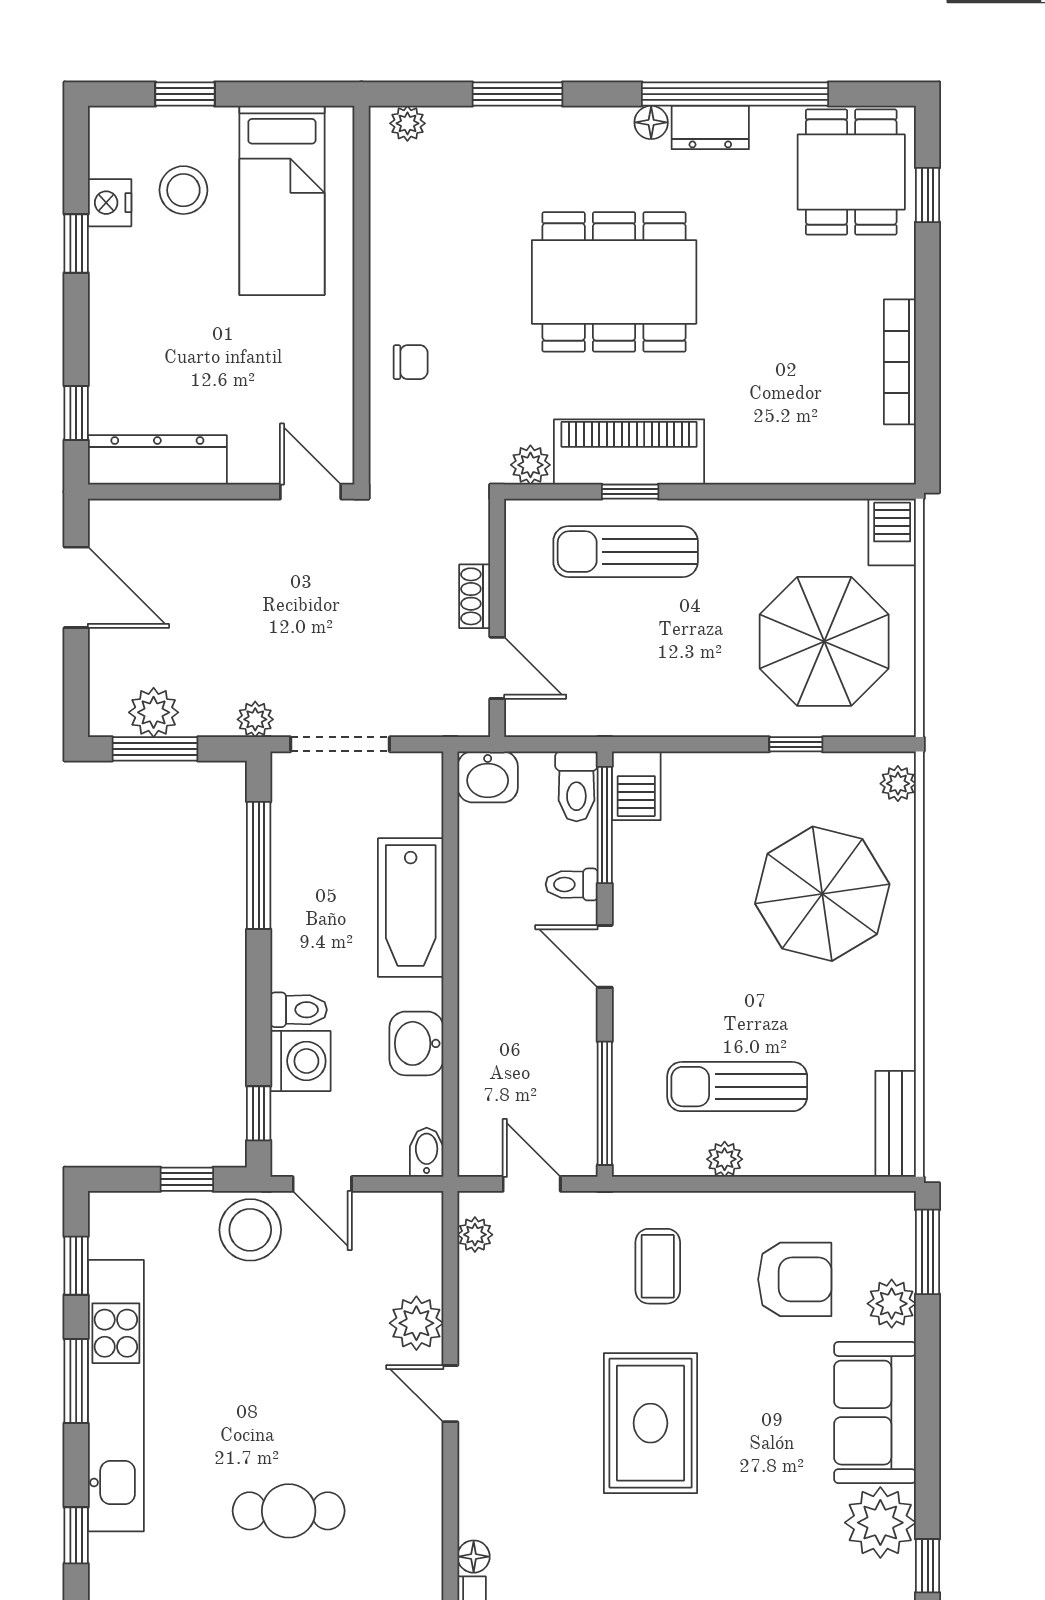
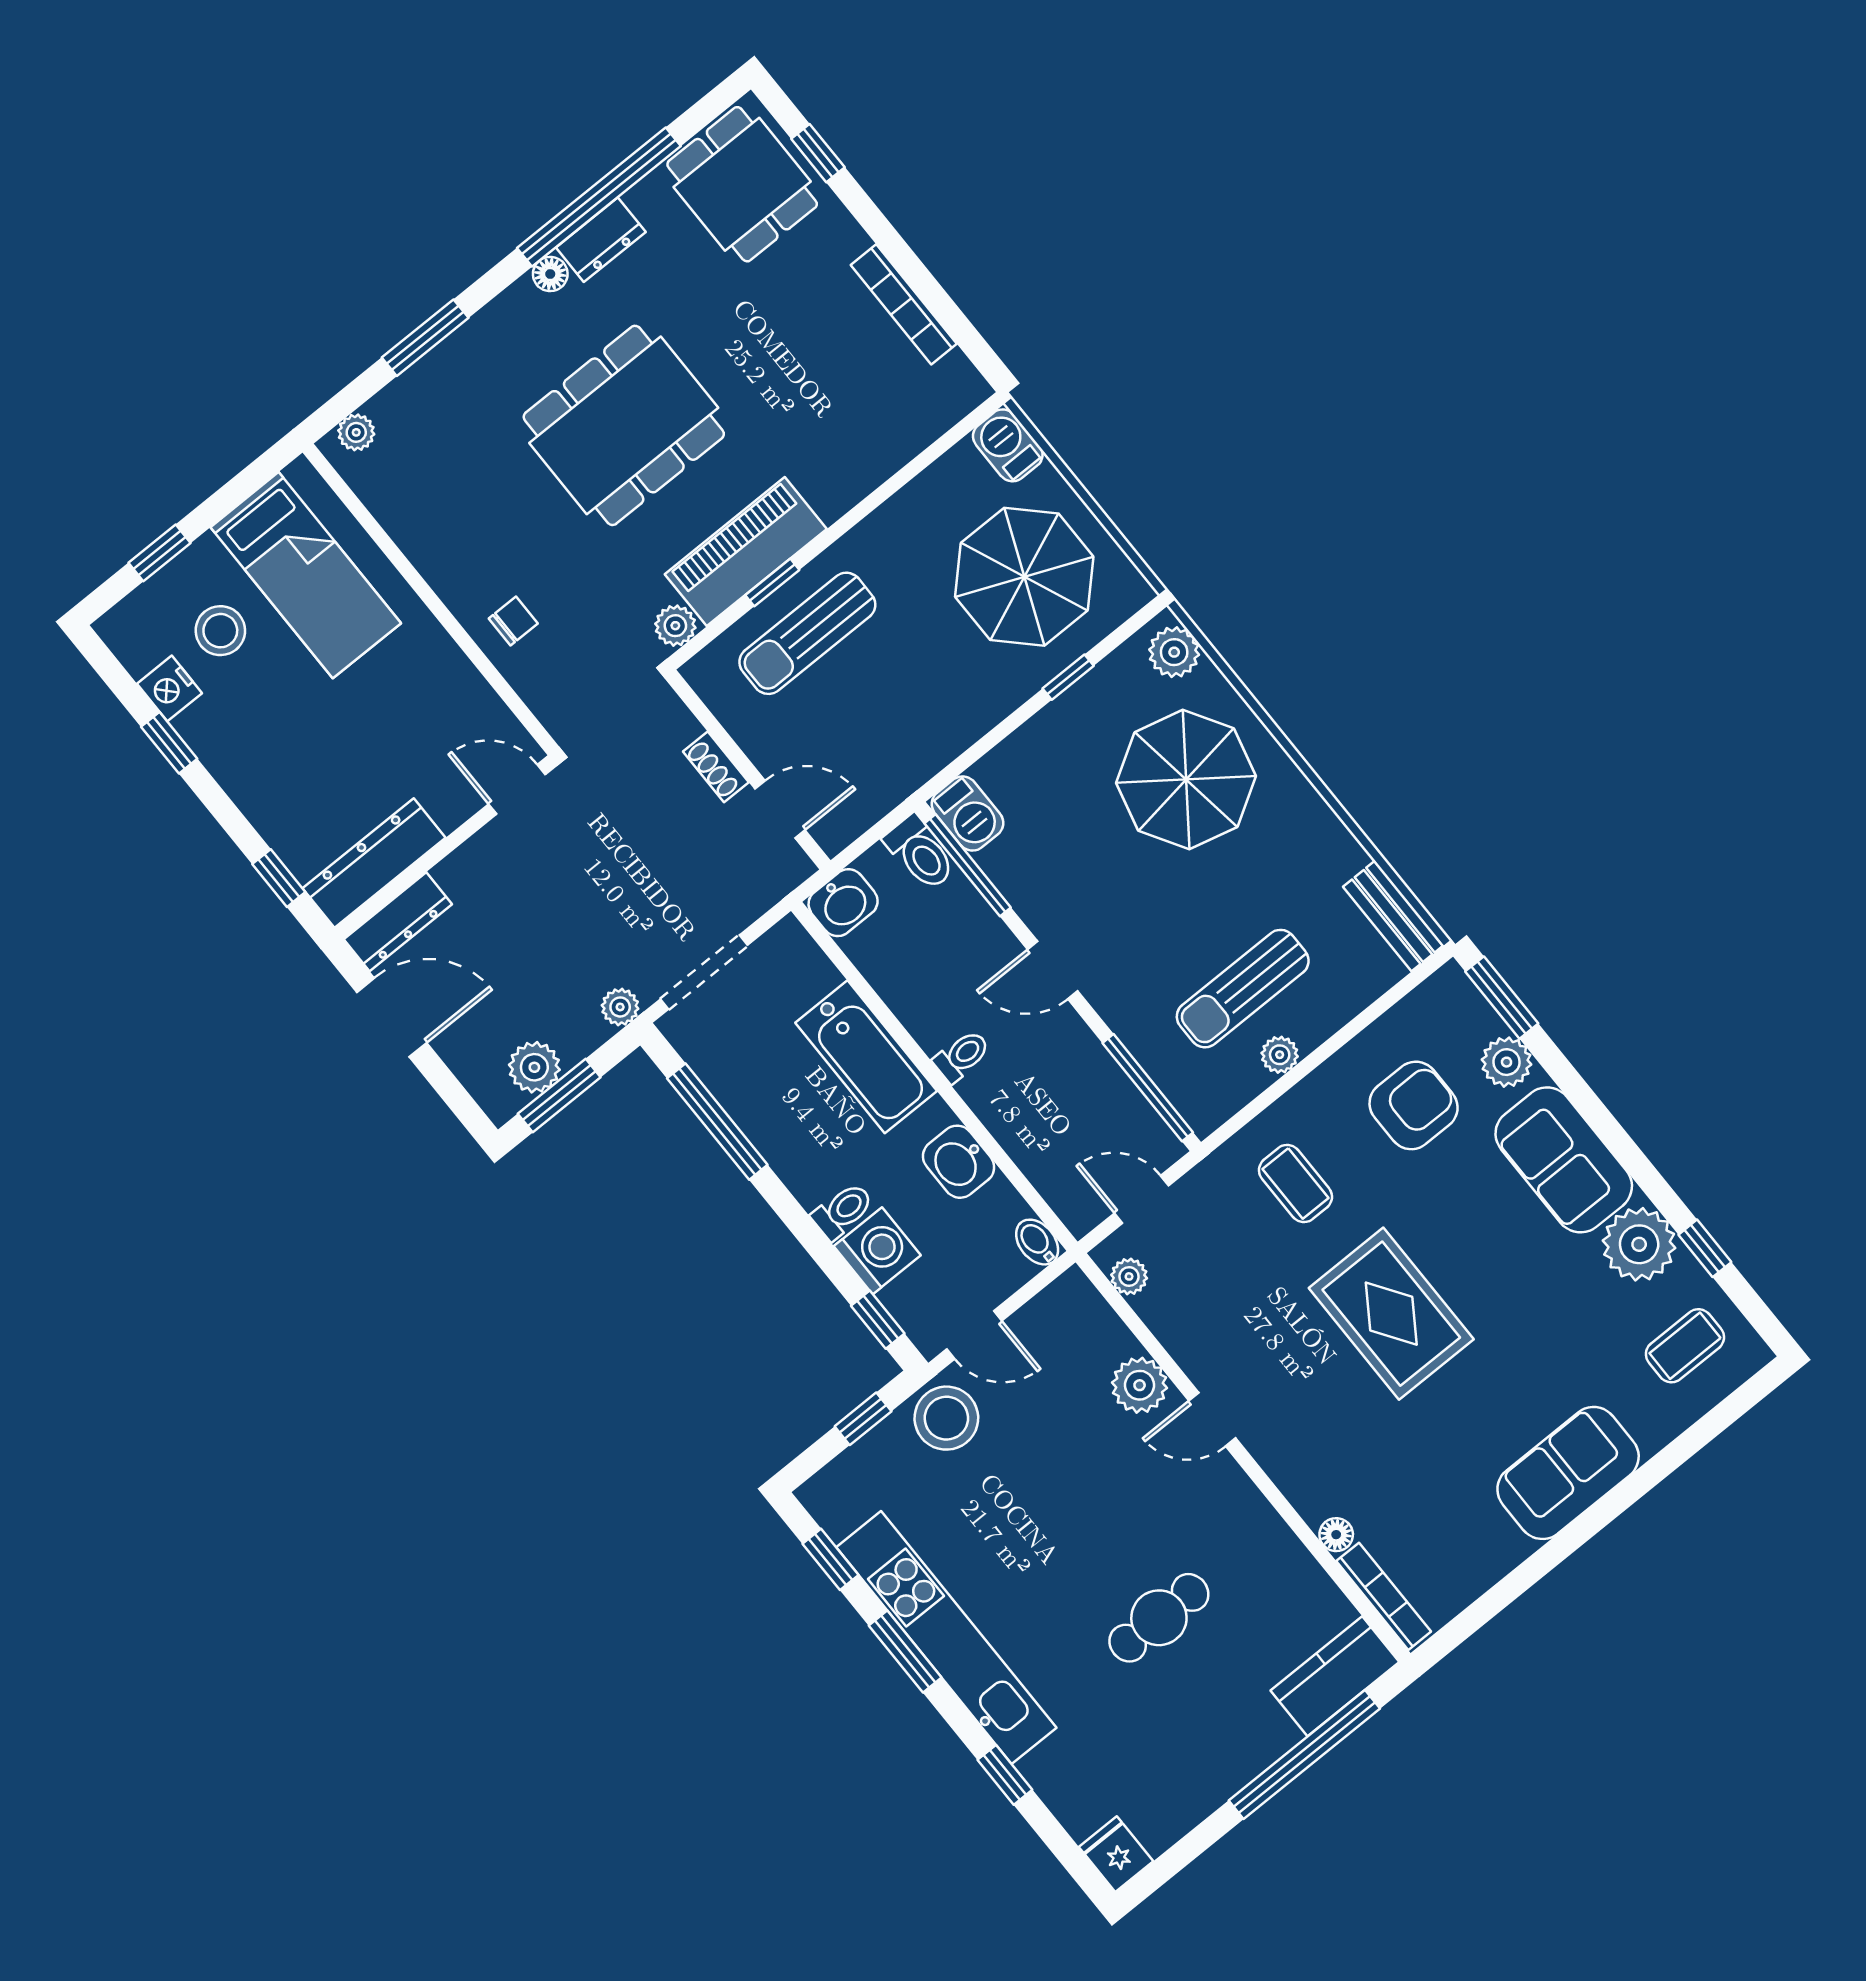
dresser: (139, 519) -> (398, 922), added
plant: (898, 784) -> (1174, 652), width x1.38, depth x1.38
toilet: (572, 884) -> (962, 1056), moved, turned 180

